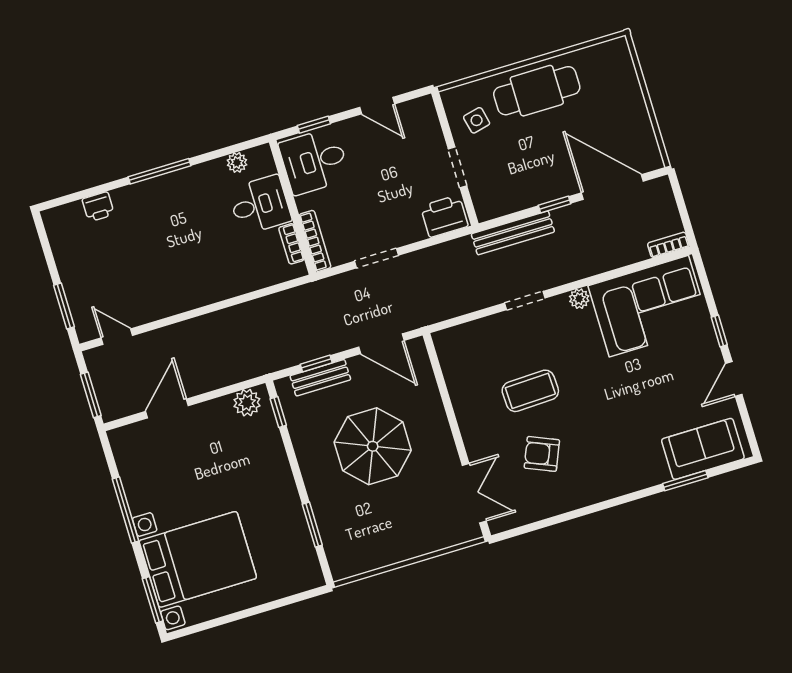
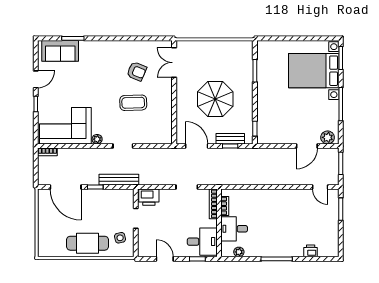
plant: (247, 403) -> (328, 137), moved

